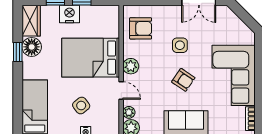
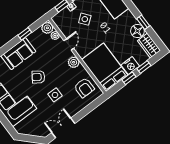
armchair: (141, 28) -> (84, 88), turned -90
bed: (91, 58) -> (105, 67), moved, turned -90
door: (121, 90) -> (69, 45), swing flipped

